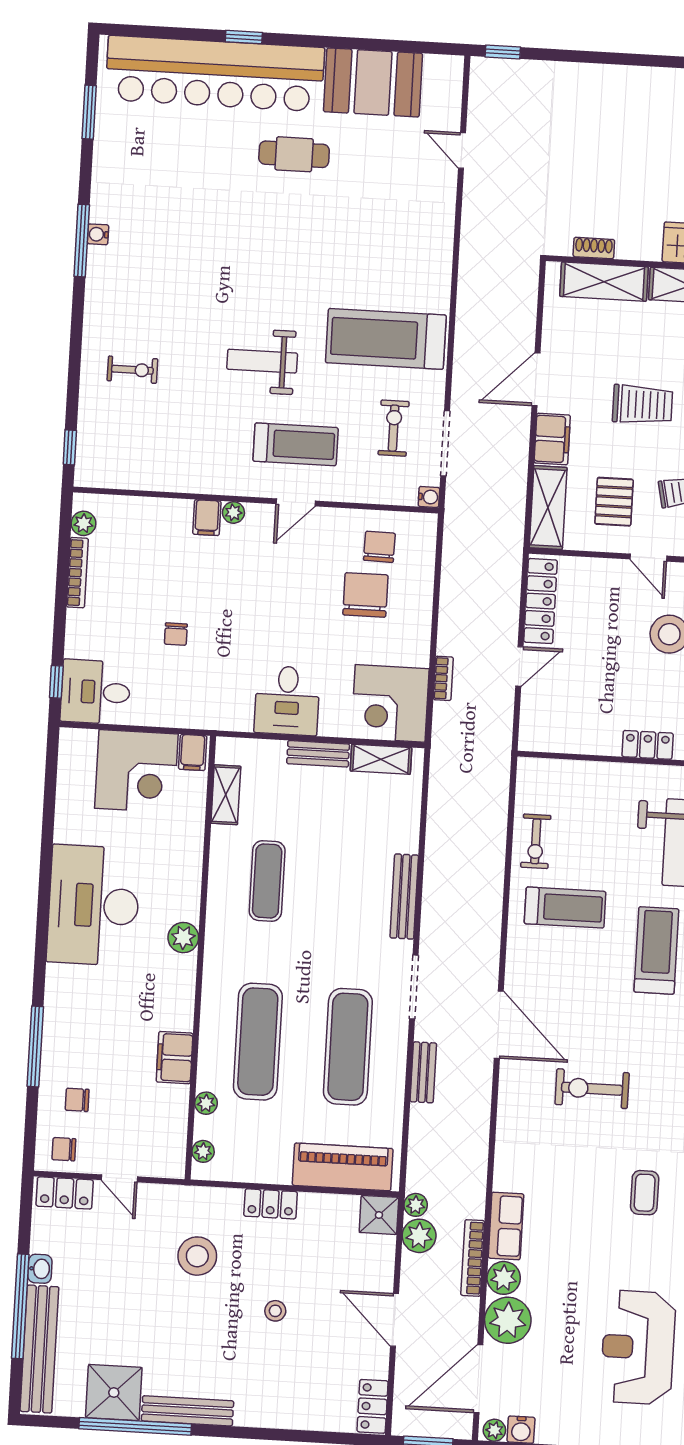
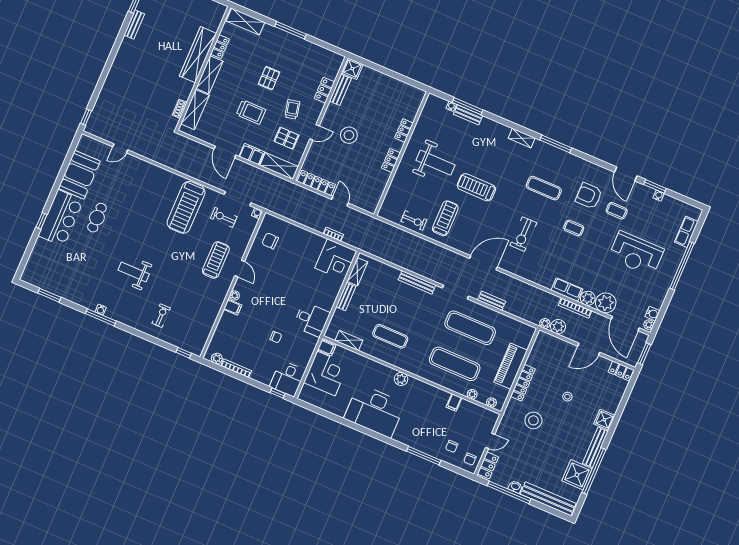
bar counter: (215, 74) -> (61, 218), width x0.54
weight bench: (262, 361) -> (134, 272), moved, turned 90
trolley: (642, 405) -> (251, 112), turned 90
chair: (365, 595) -> (288, 254), removed
desk: (287, 700) -> (312, 319), moved
filing cabinet: (175, 1058) -> (454, 402), width x0.50
piano: (343, 1167) -> (511, 366), moved
locker: (271, 1204) -> (523, 383), width x1.53
shower: (379, 1215) -> (604, 420), moved
window: (20, 1306) -> (509, 492), moved

